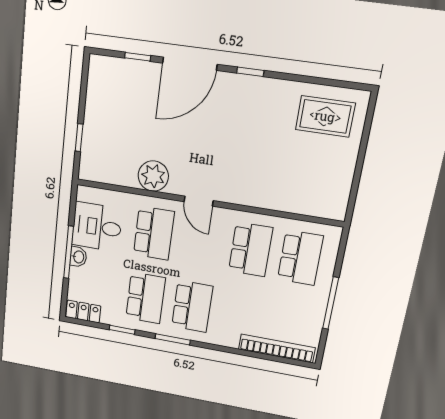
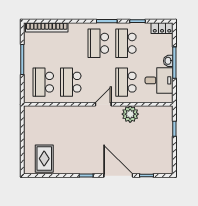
door: (190, 64) -> (118, 176), hinge flipped
rug: (325, 116) -> (44, 159), turned 90
door: (199, 201) -> (103, 104), hinge flipped

